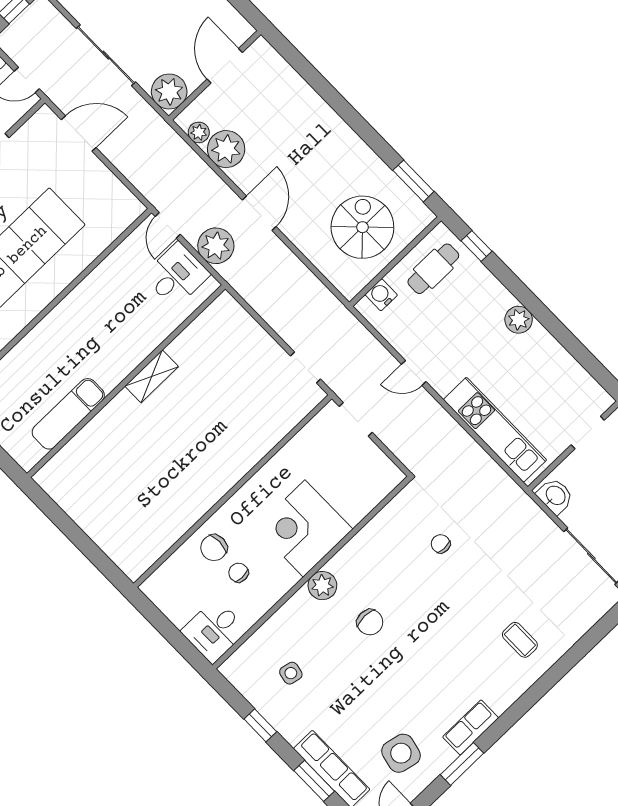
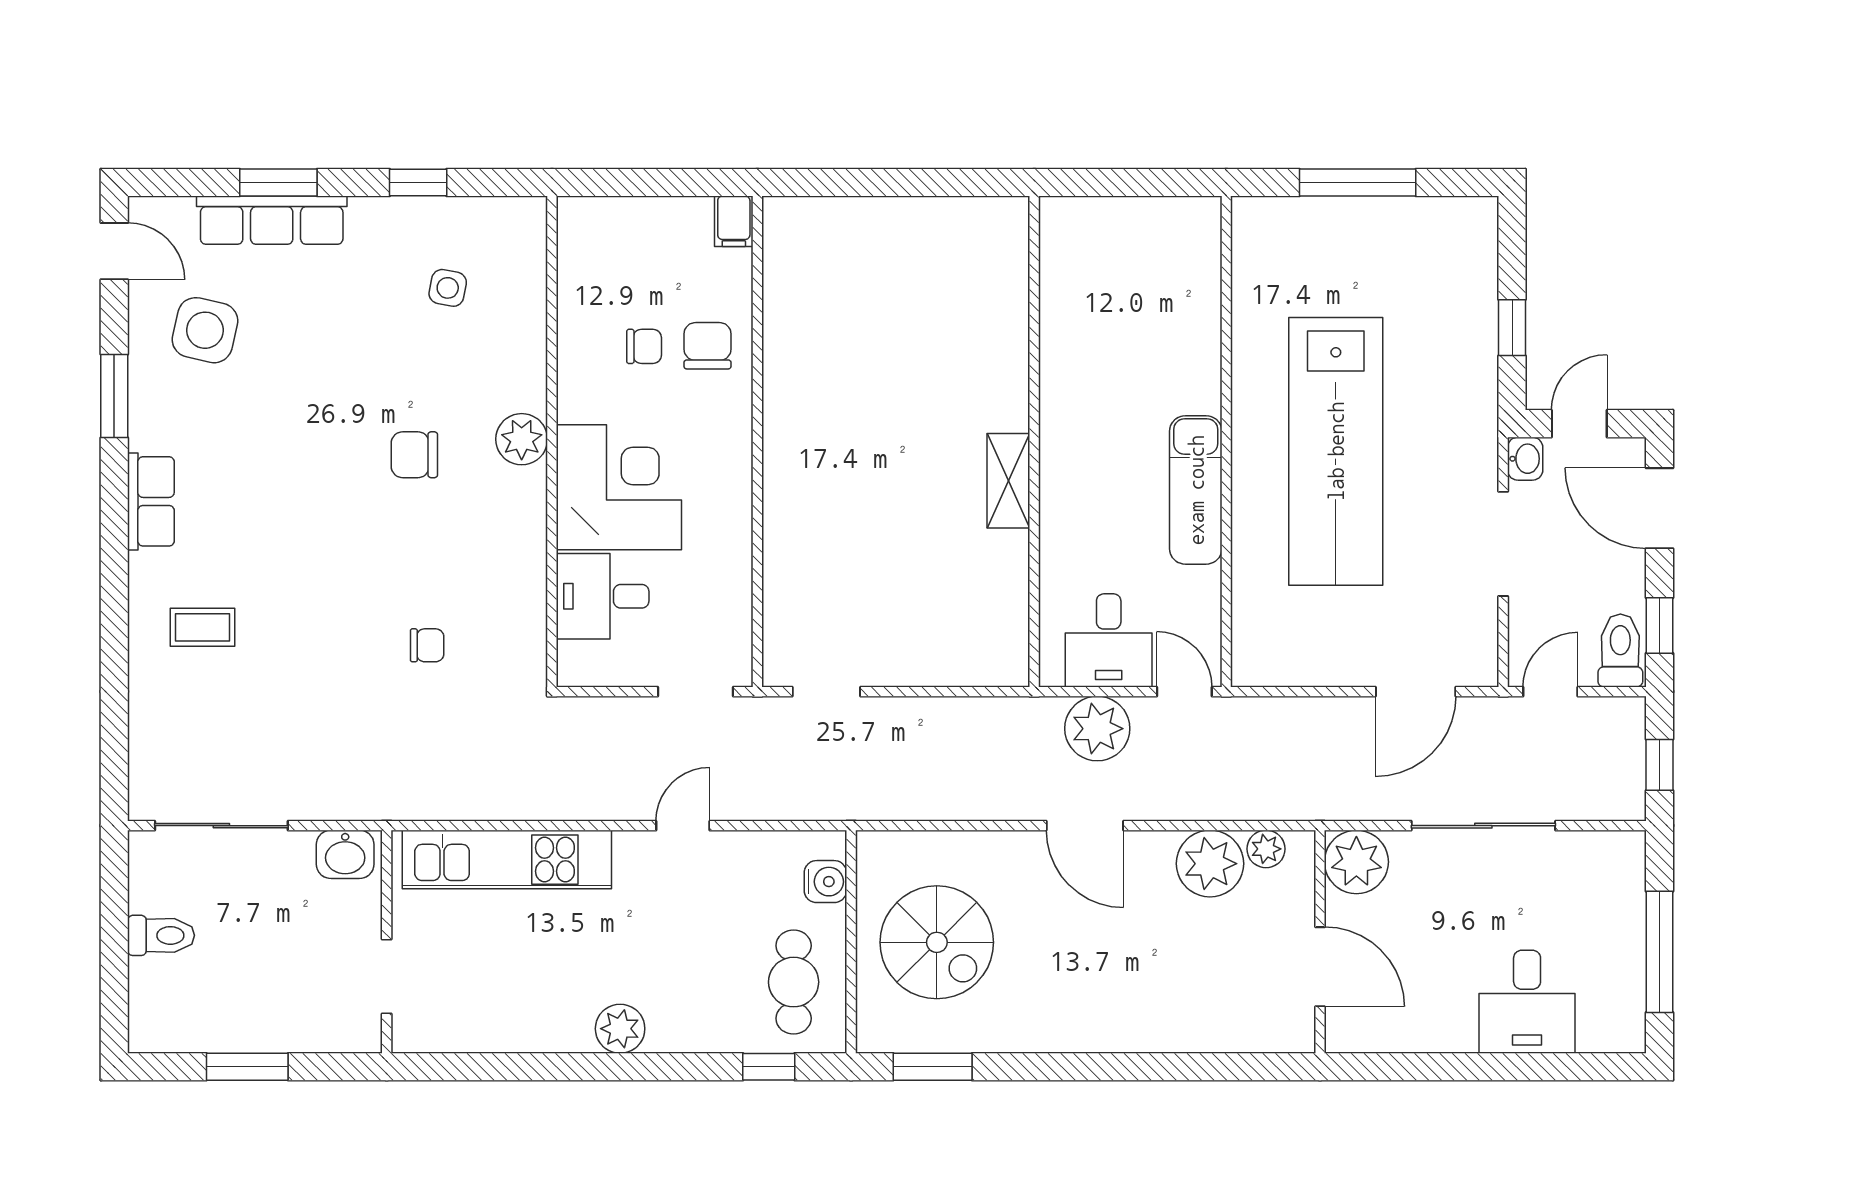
exam couch: (68, 414) -> (1196, 490), moved, turned 180
filing cabinet: (154, 585) -> (734, 221), added
desk: (214, 631) -> (603, 596), moved, turned -90
row of seats: (471, 727) -> (151, 501), moved

